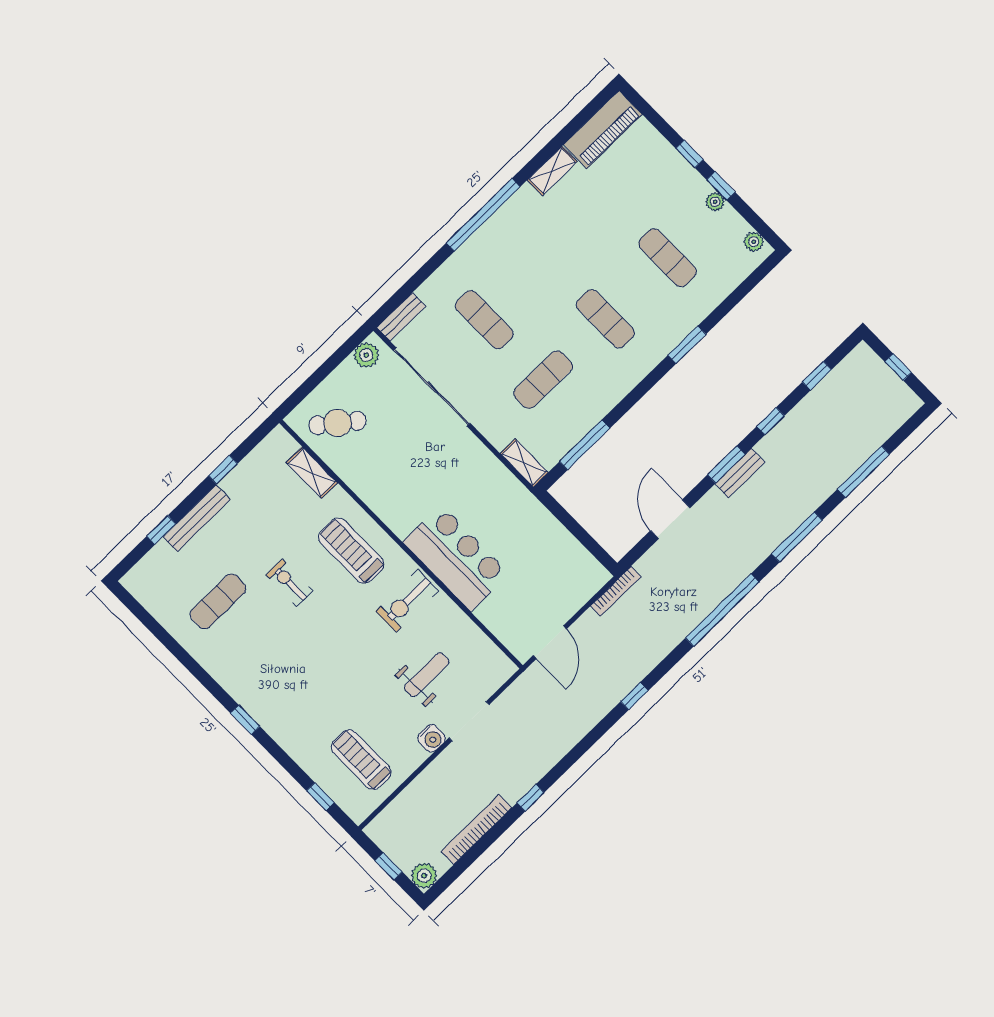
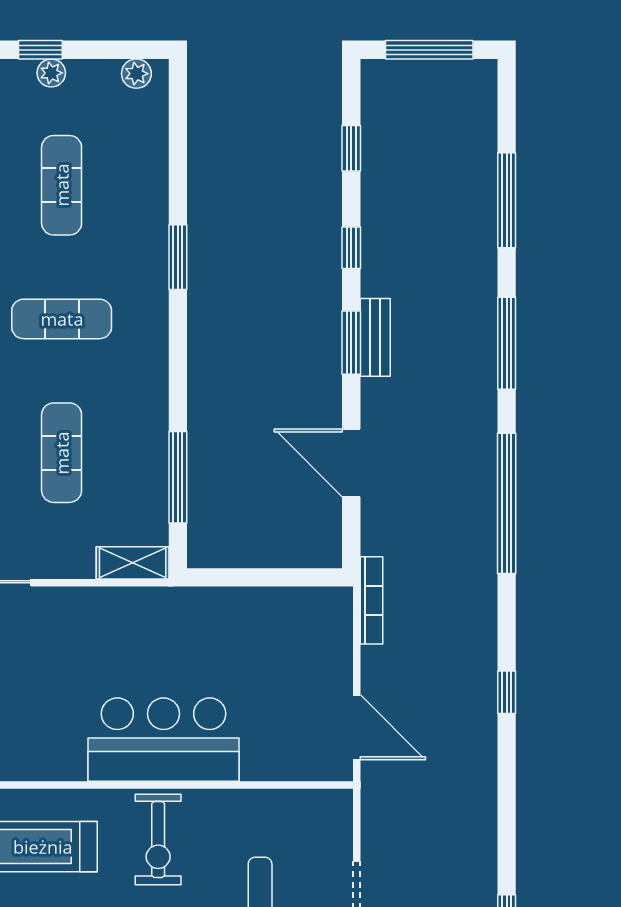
exercise mat: (668, 258) -> (62, 185), turned 90
window: (898, 367) -> (429, 50), width x2.17

